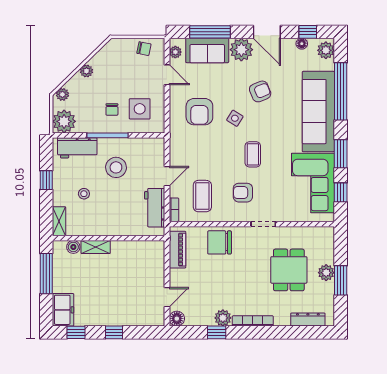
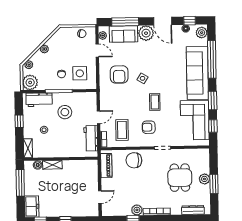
armchair: (260, 91) -> (159, 60), removed
floor lamp: (177, 319) -> (107, 211), removed

